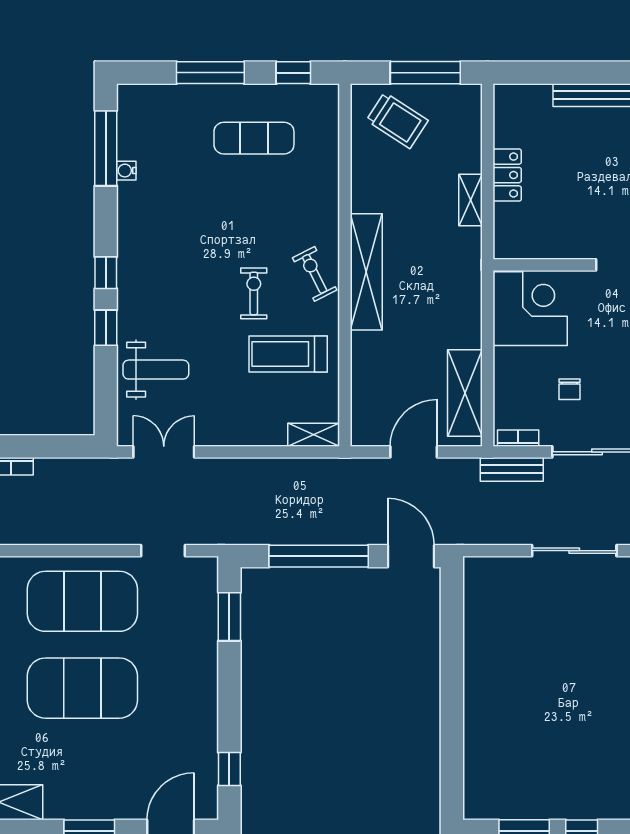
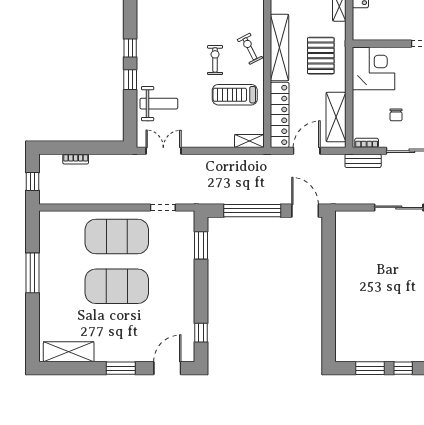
pallet: (438, 286) -> (321, 56), added
locker: (366, 389) -> (280, 115), added

